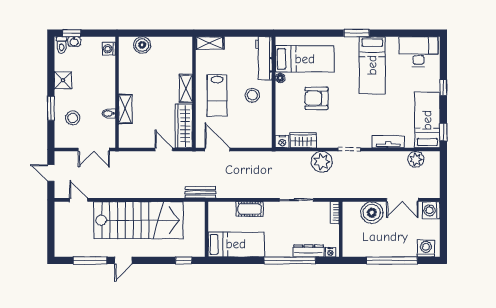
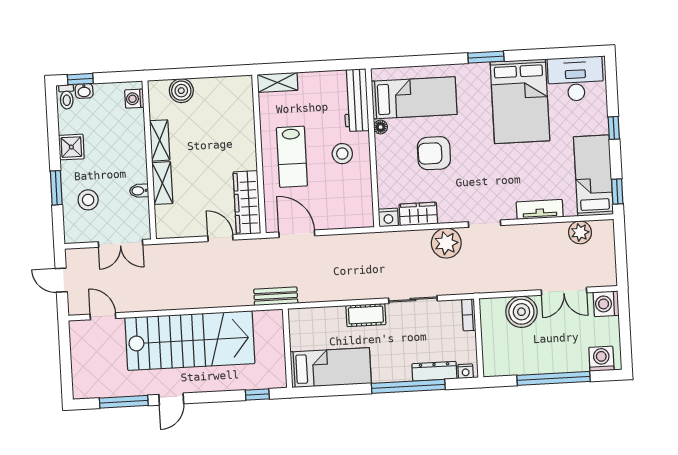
bed: (372, 65) -> (520, 101), width x1.50
shelving: (186, 88) -> (160, 140), moved
cot: (250, 209) -> (366, 315), moved

